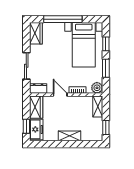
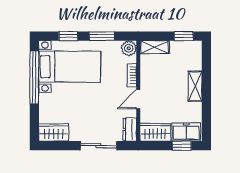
window: (63, 19) -> (34, 78), moved

